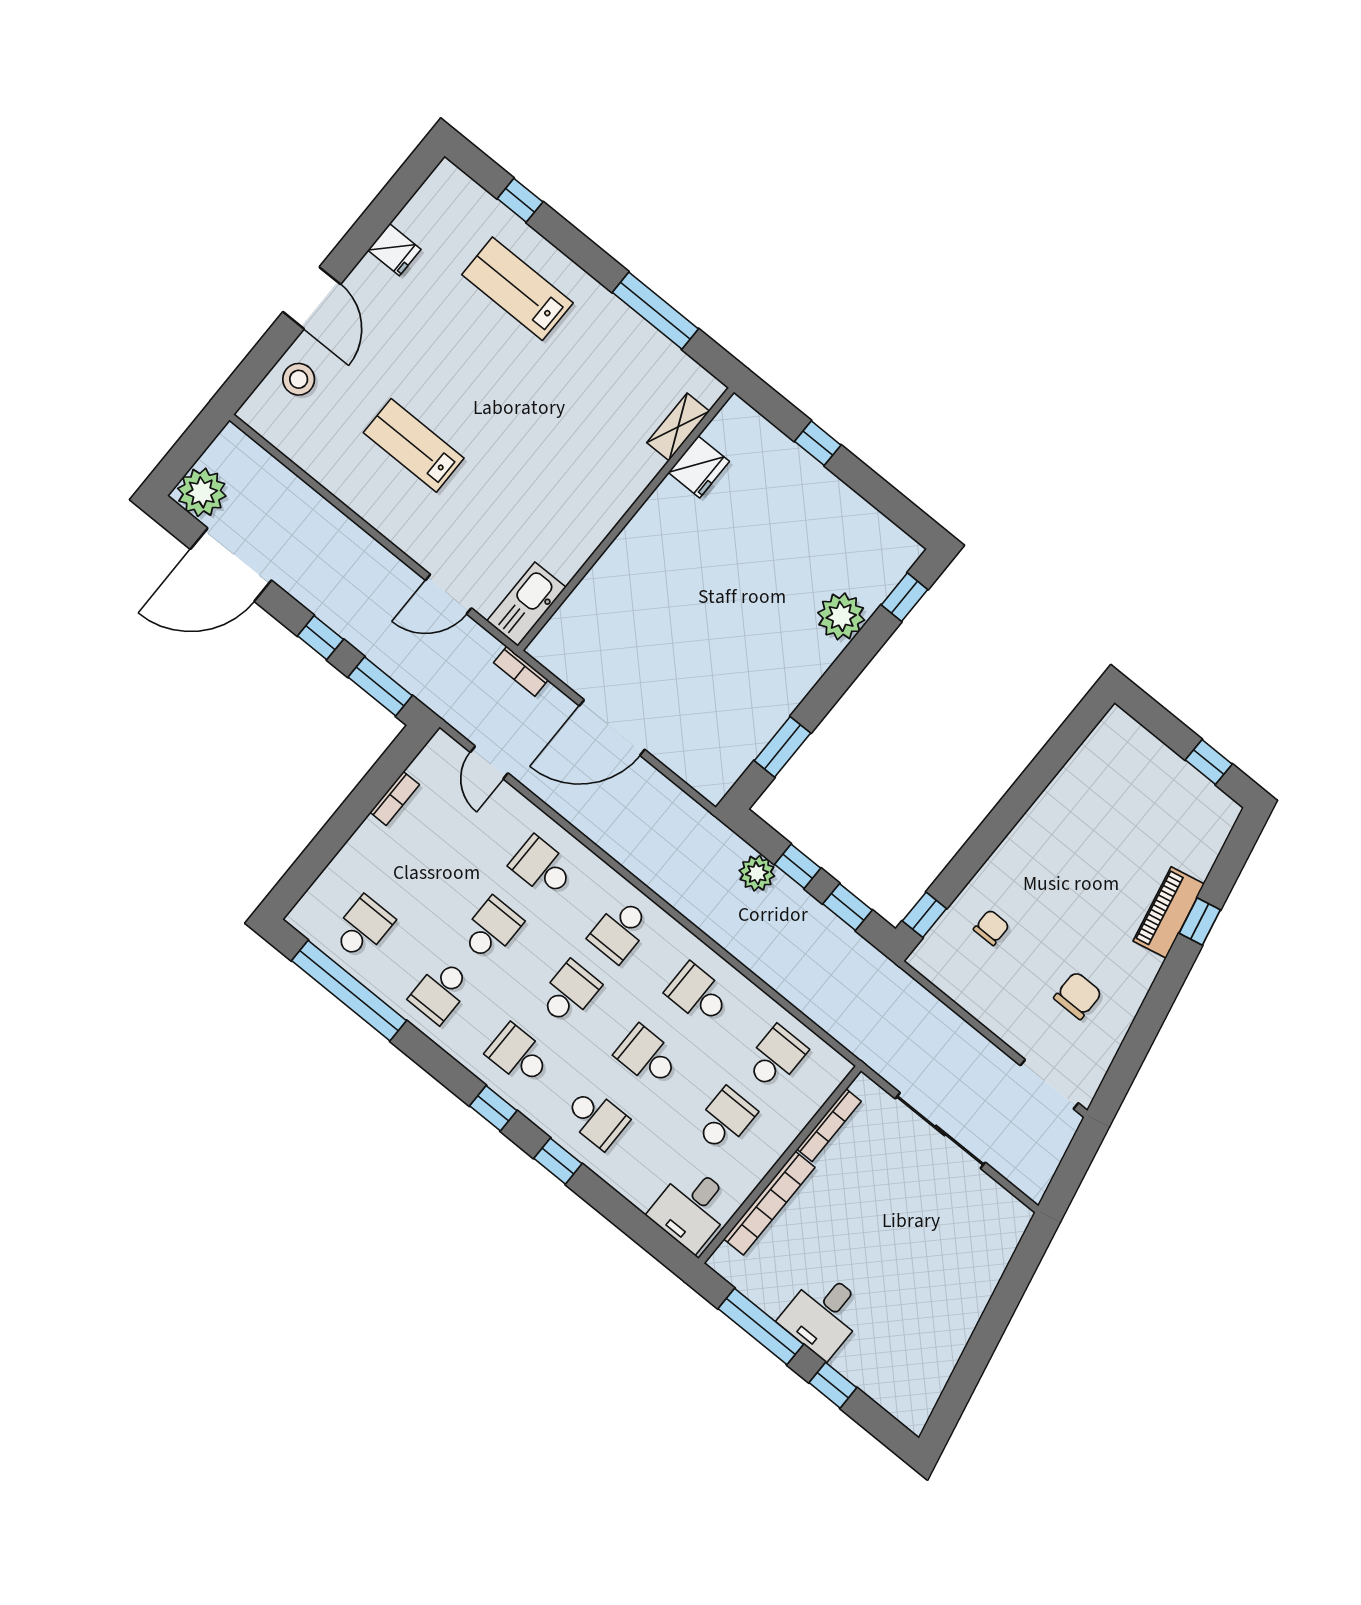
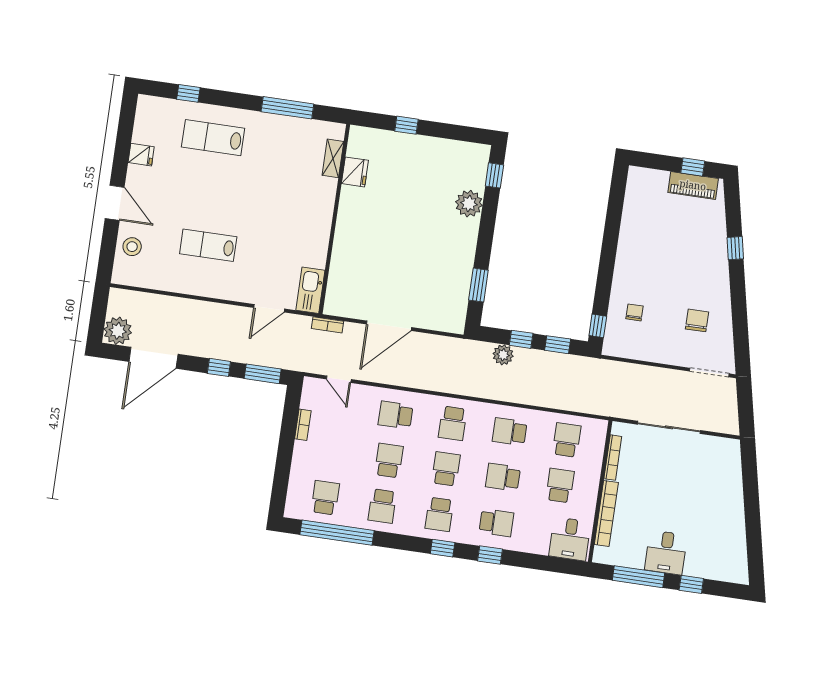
piano: (1169, 912) -> (693, 185), moved, turned -78
school desk: (519, 1055) -> (439, 514), turned -90

